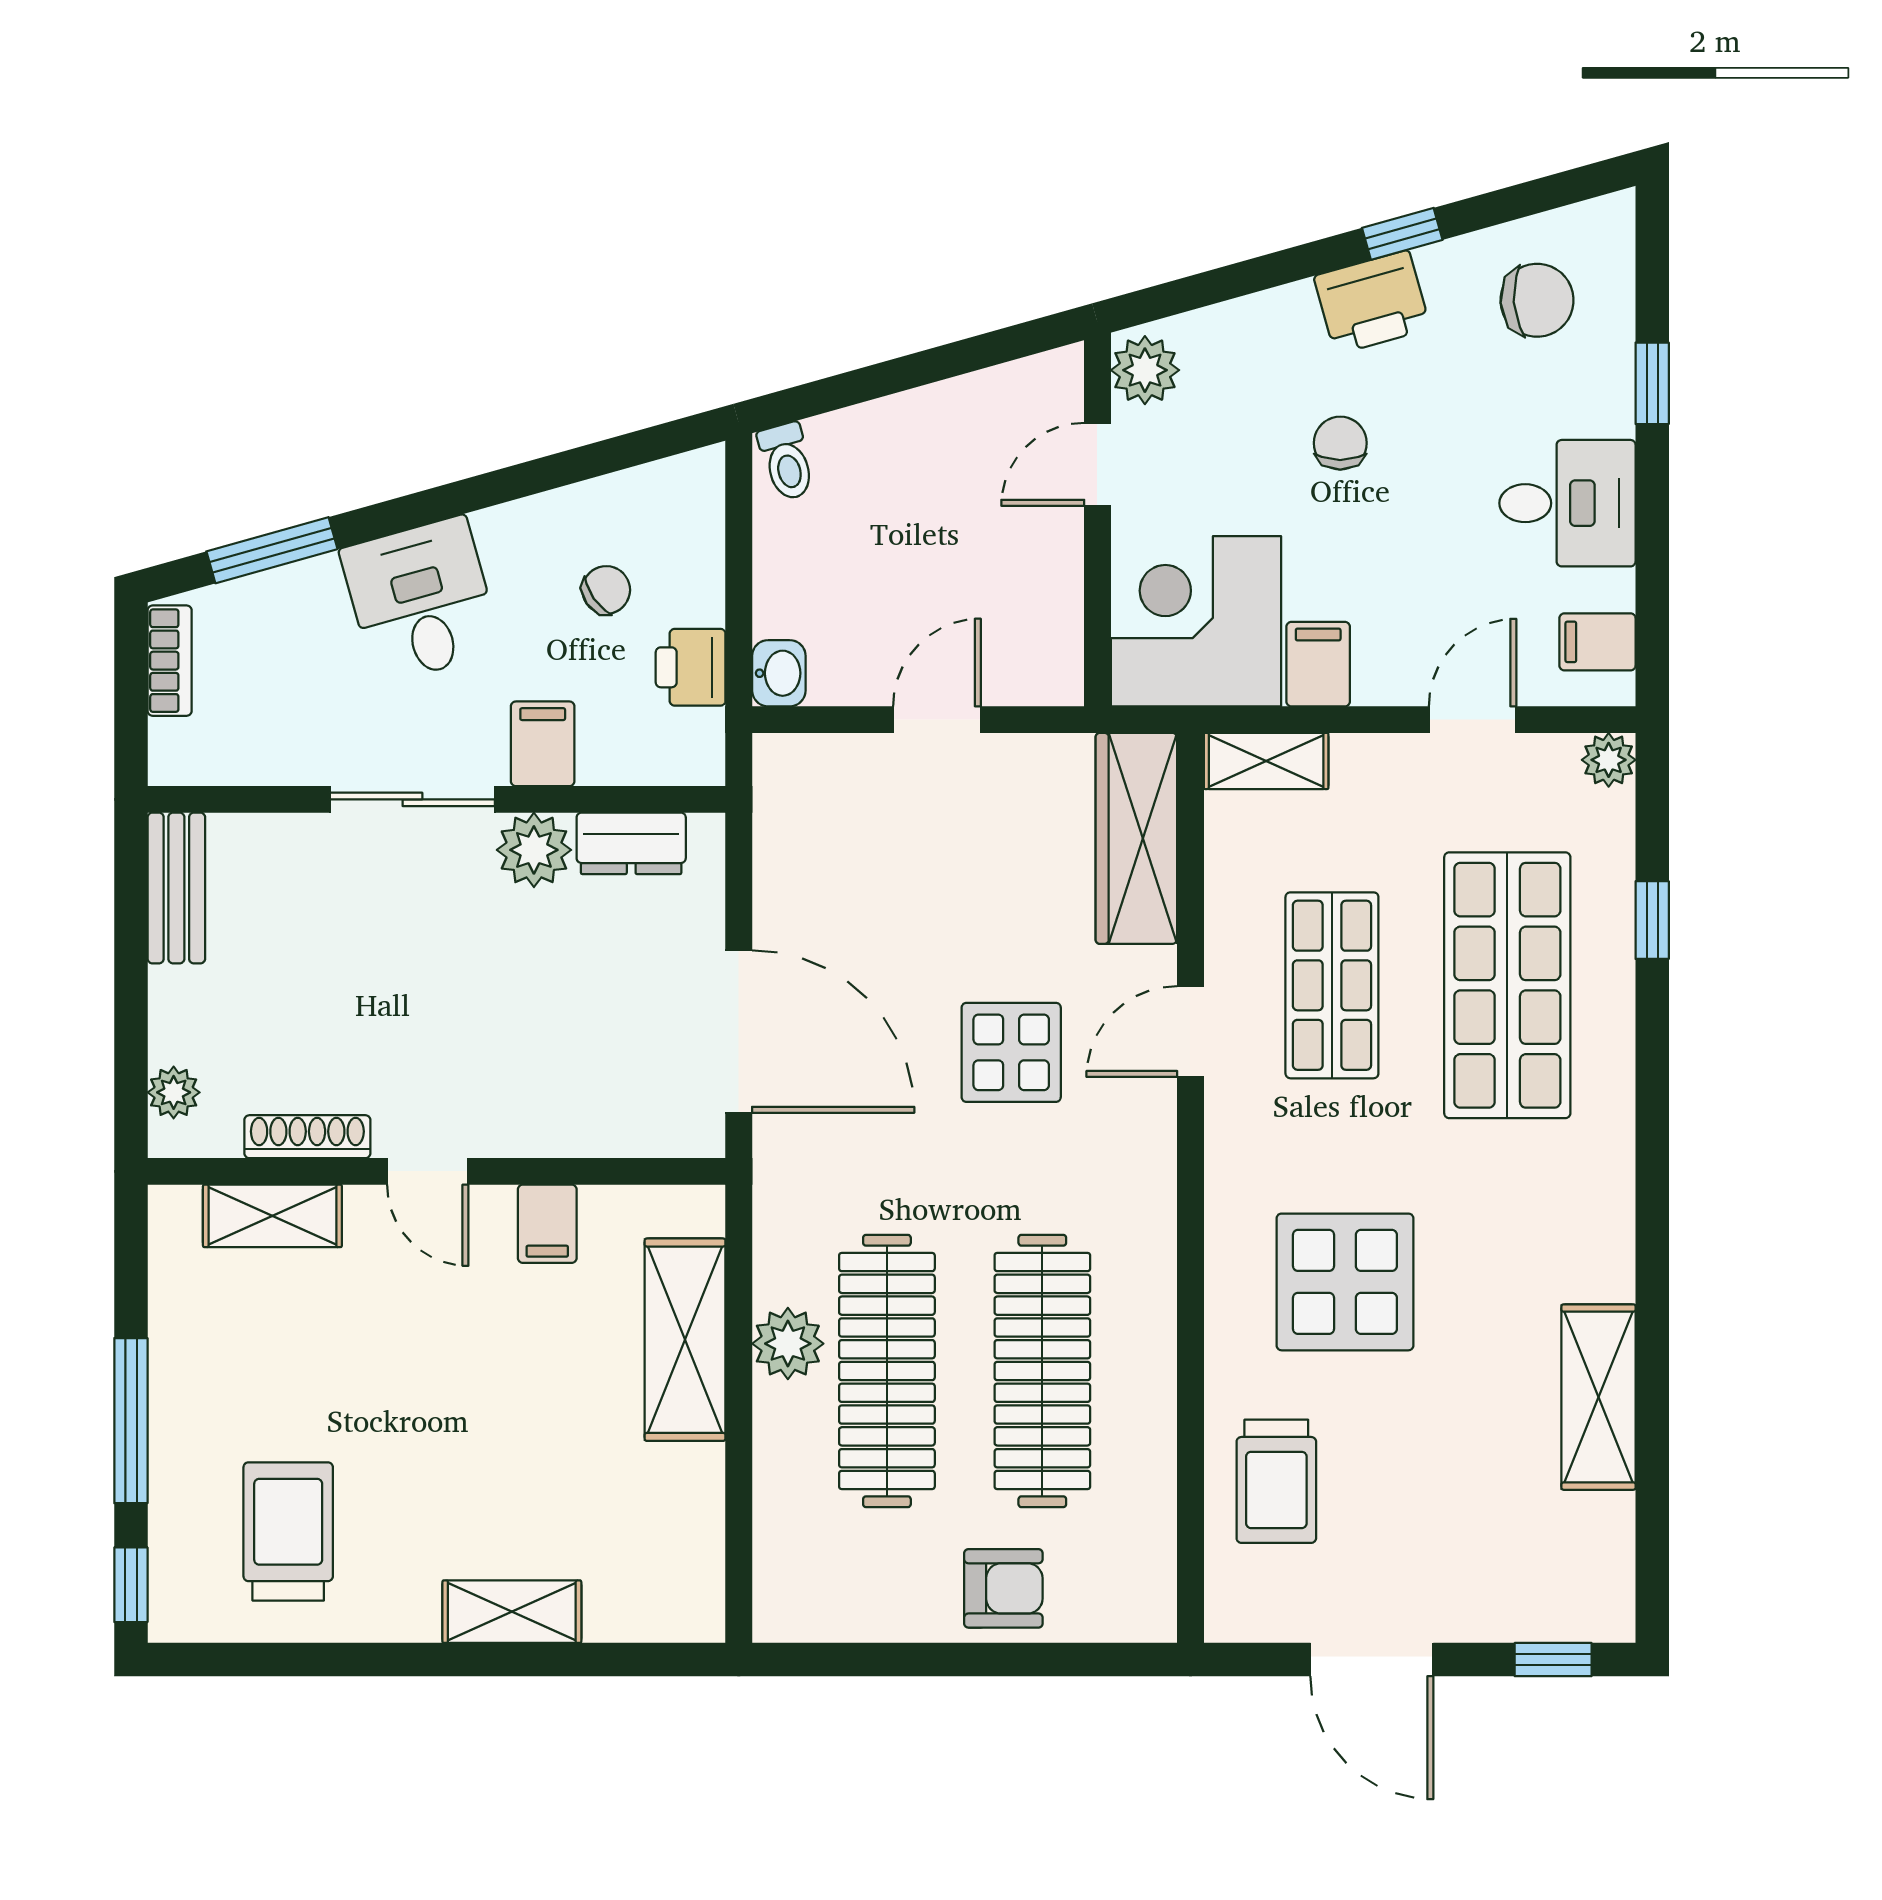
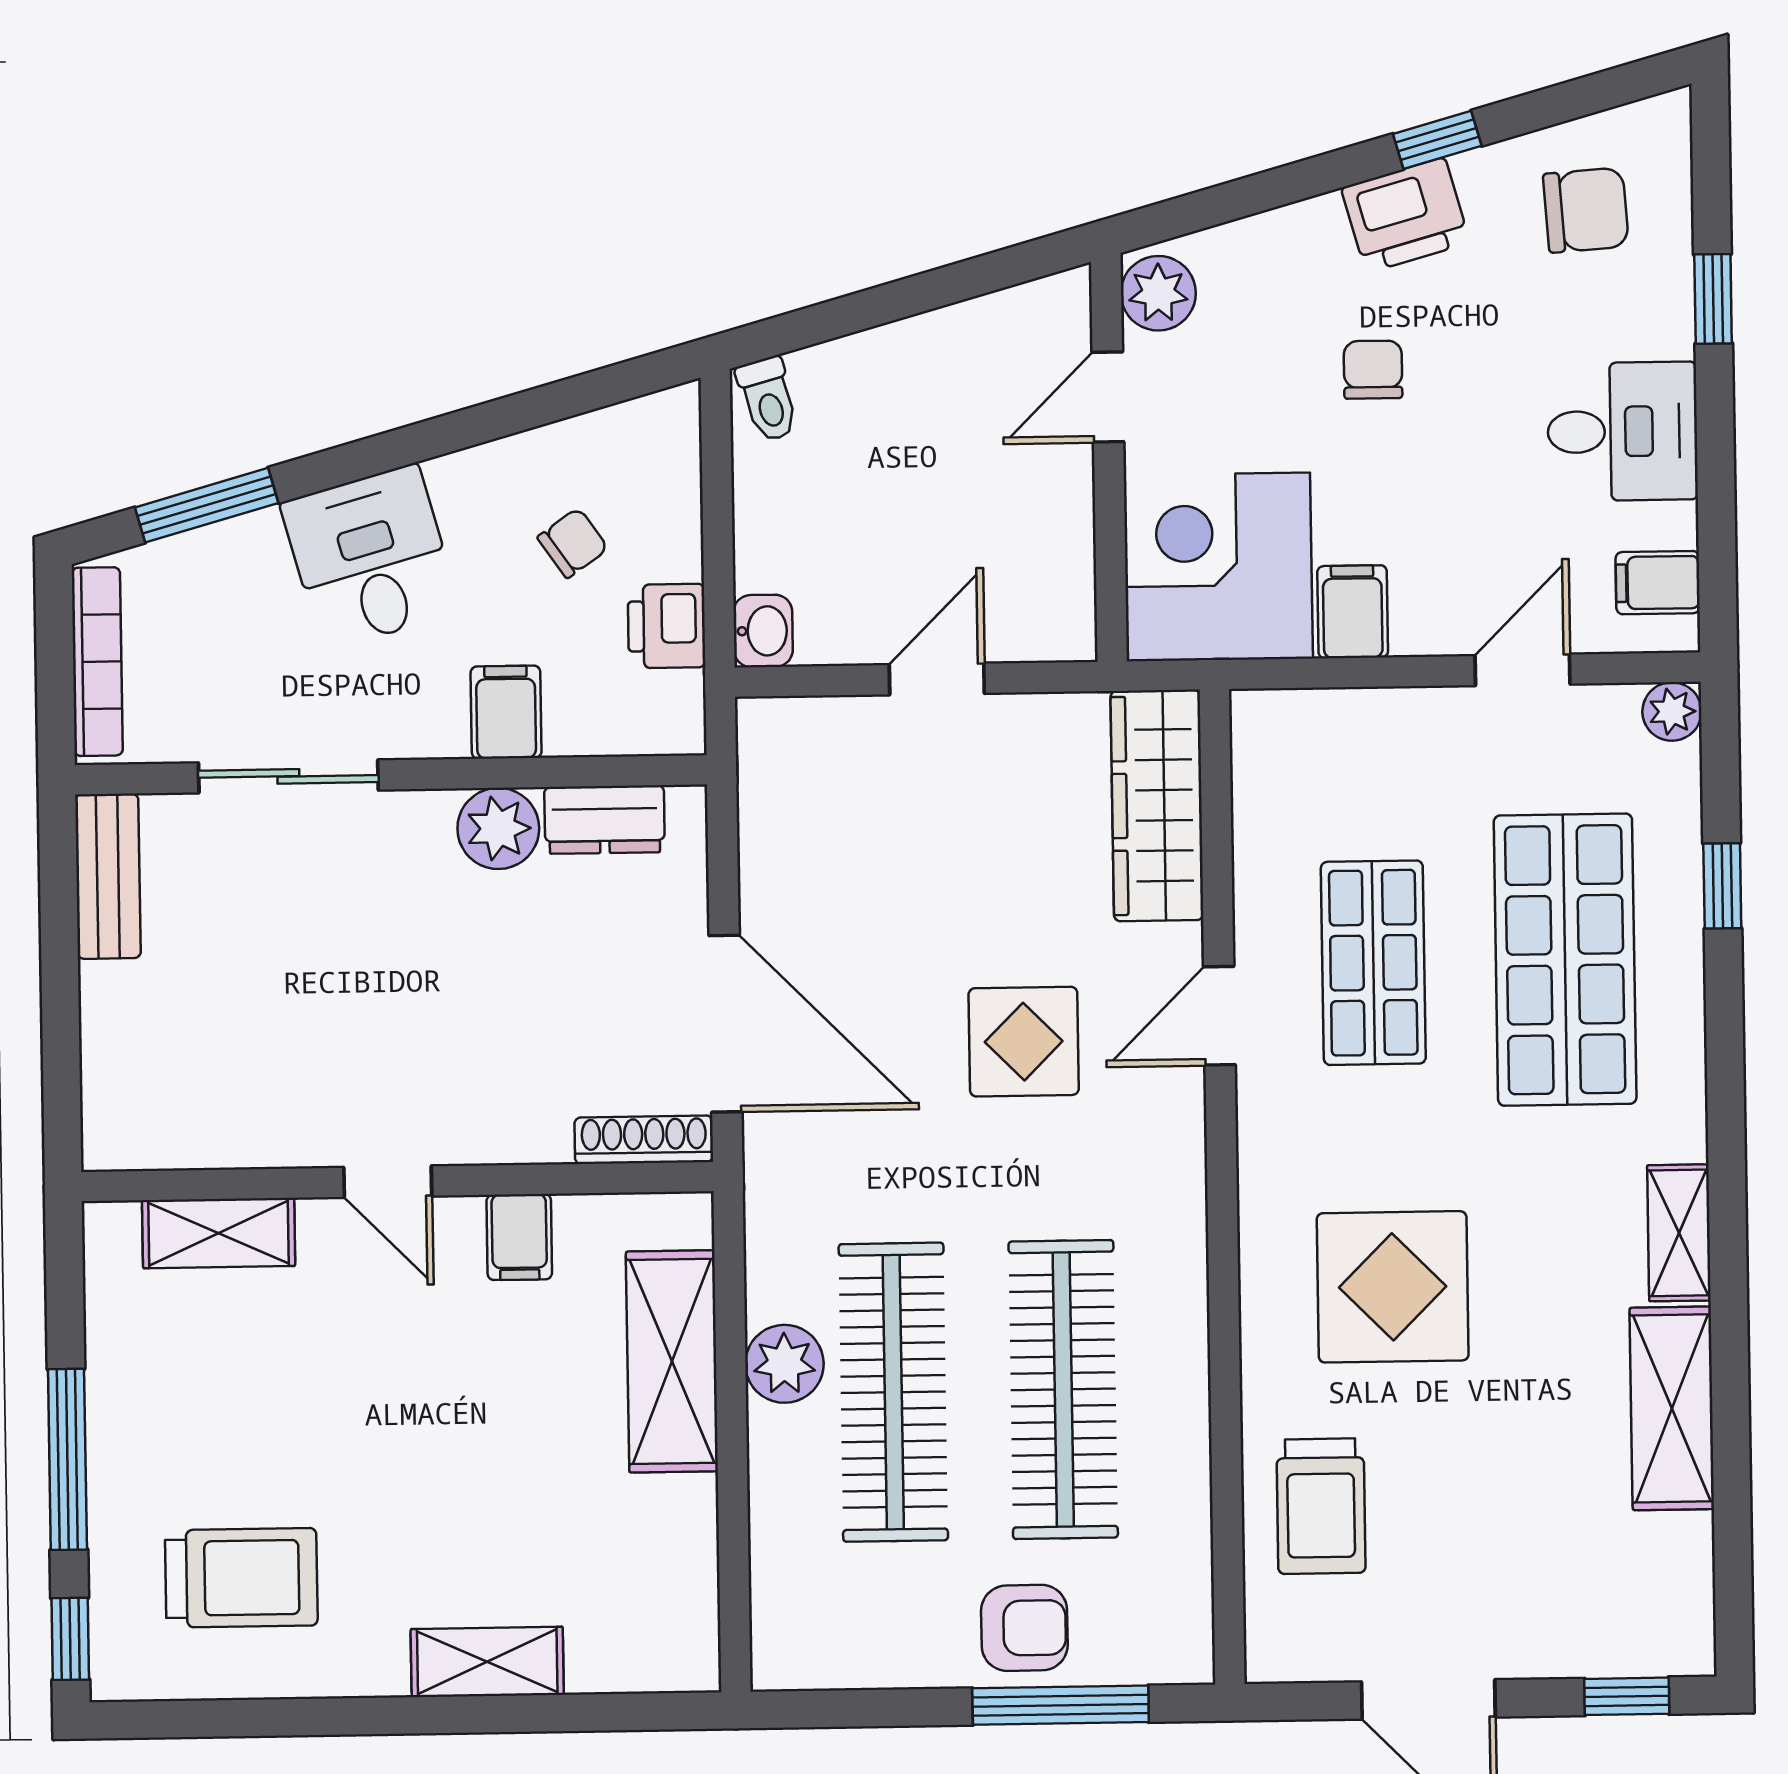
bookcase: (170, 661) -> (97, 662), width x1.56
shelving: (1266, 761) -> (1679, 1233), moved, turned 90
sliding door: (412, 799) -> (288, 776), moved
plant: (174, 1092) -> (108, 1100), removed
shoe rack: (307, 1137) -> (644, 1140), moved
trolley: (288, 1531) -> (241, 1578), turned 90
window: (1035, 1660) -> (1061, 1705), added

